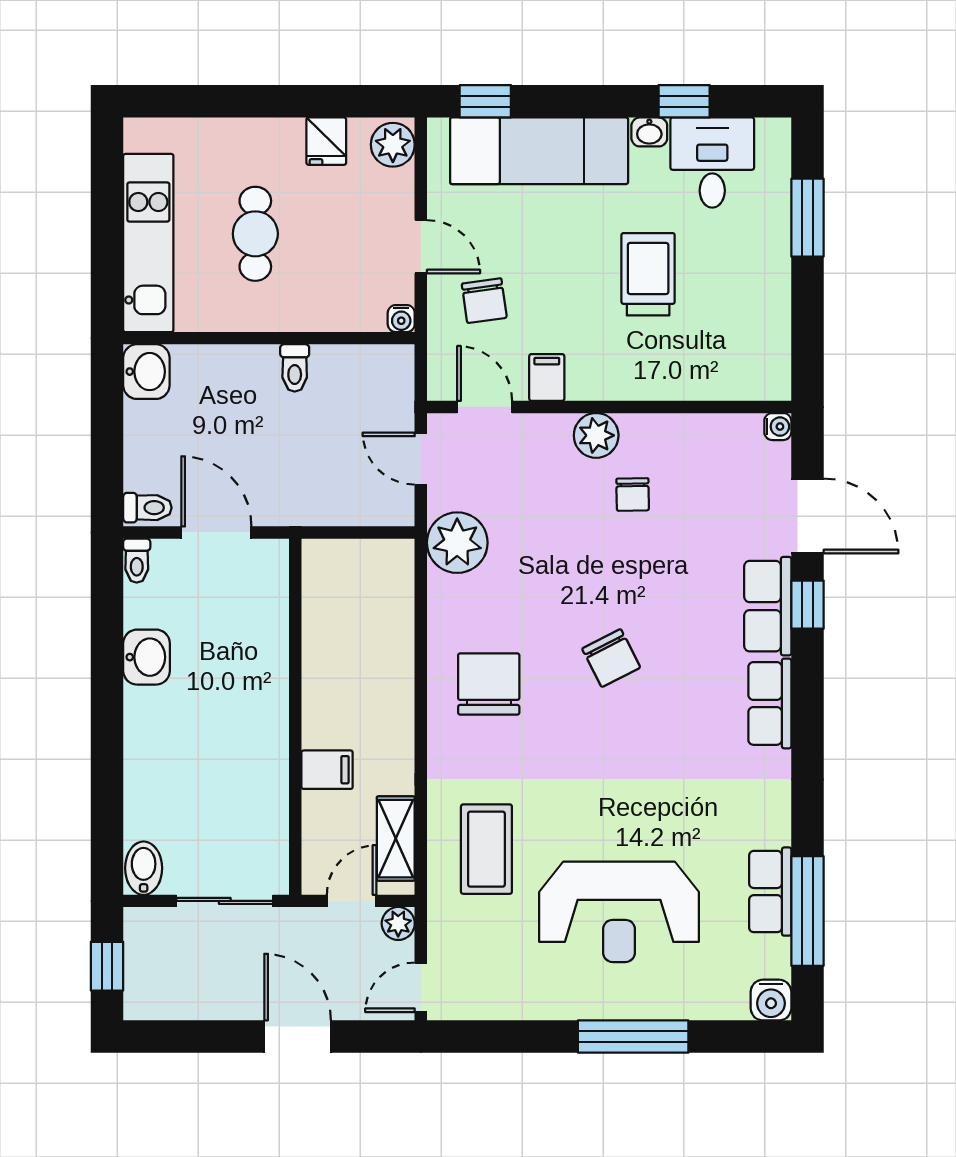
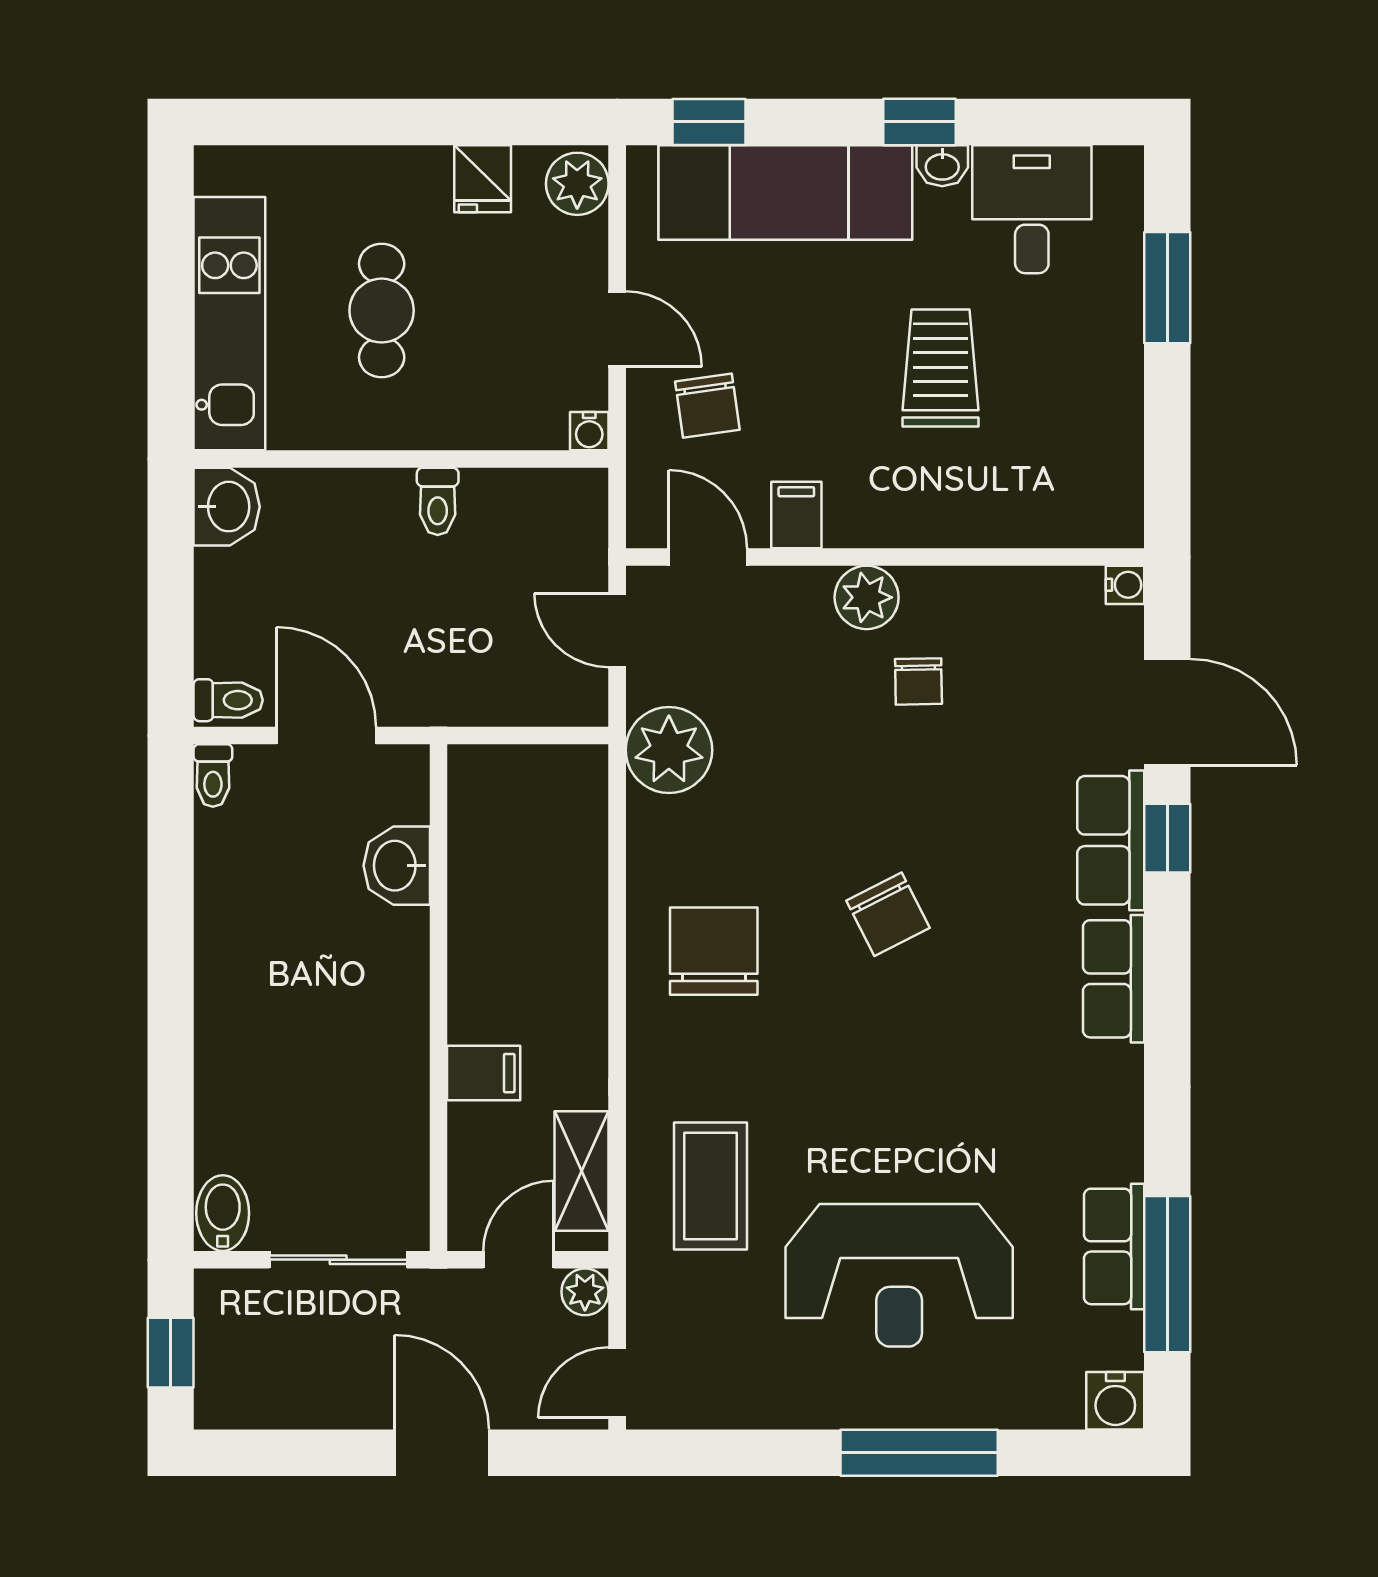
window: (684, 101) -> (920, 122), moved
washbasin: (147, 657) -> (397, 866), moved, turned 180

